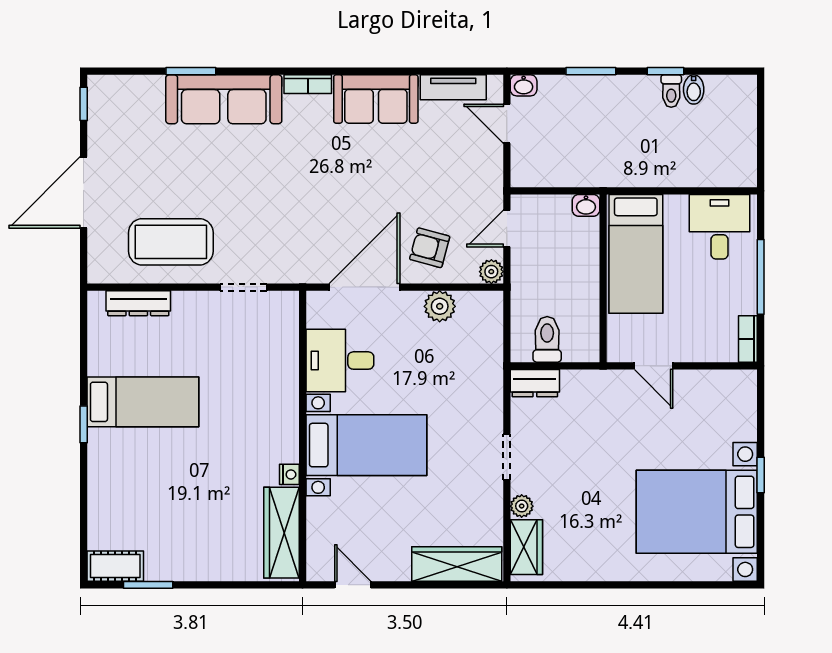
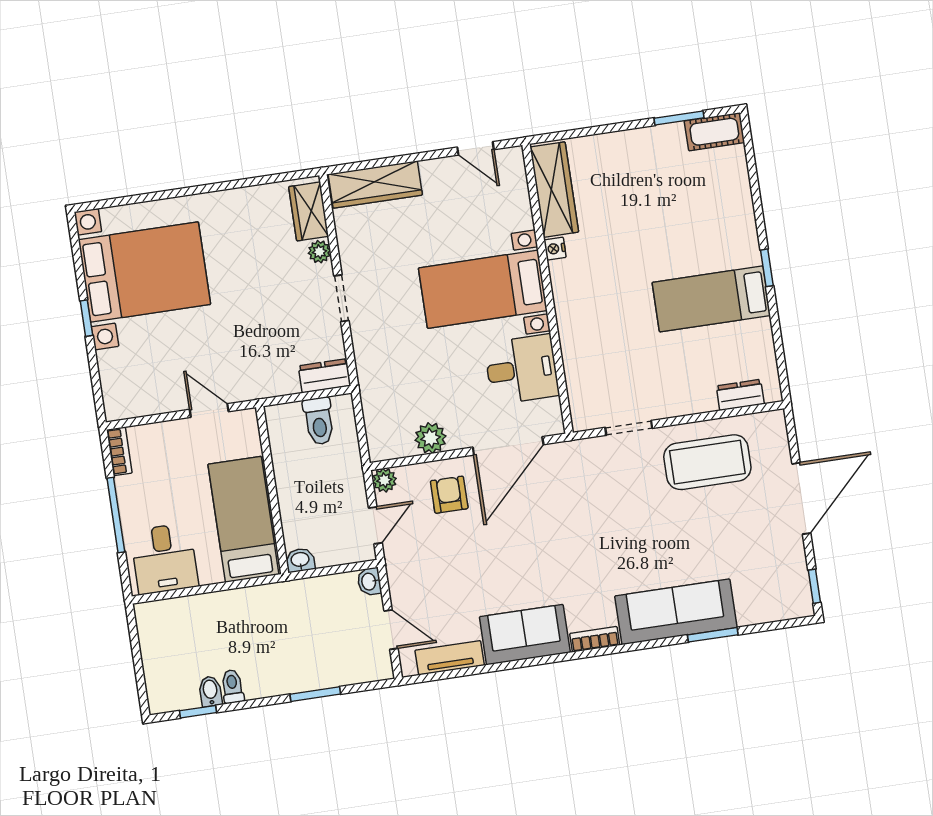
window: (666, 71) -> (198, 712), moved
washbasin: (524, 85) -> (369, 582), moved, turned -90
armchair: (430, 248) -> (449, 495), turned -105
dresser: (138, 303) -> (740, 395), width x0.70

